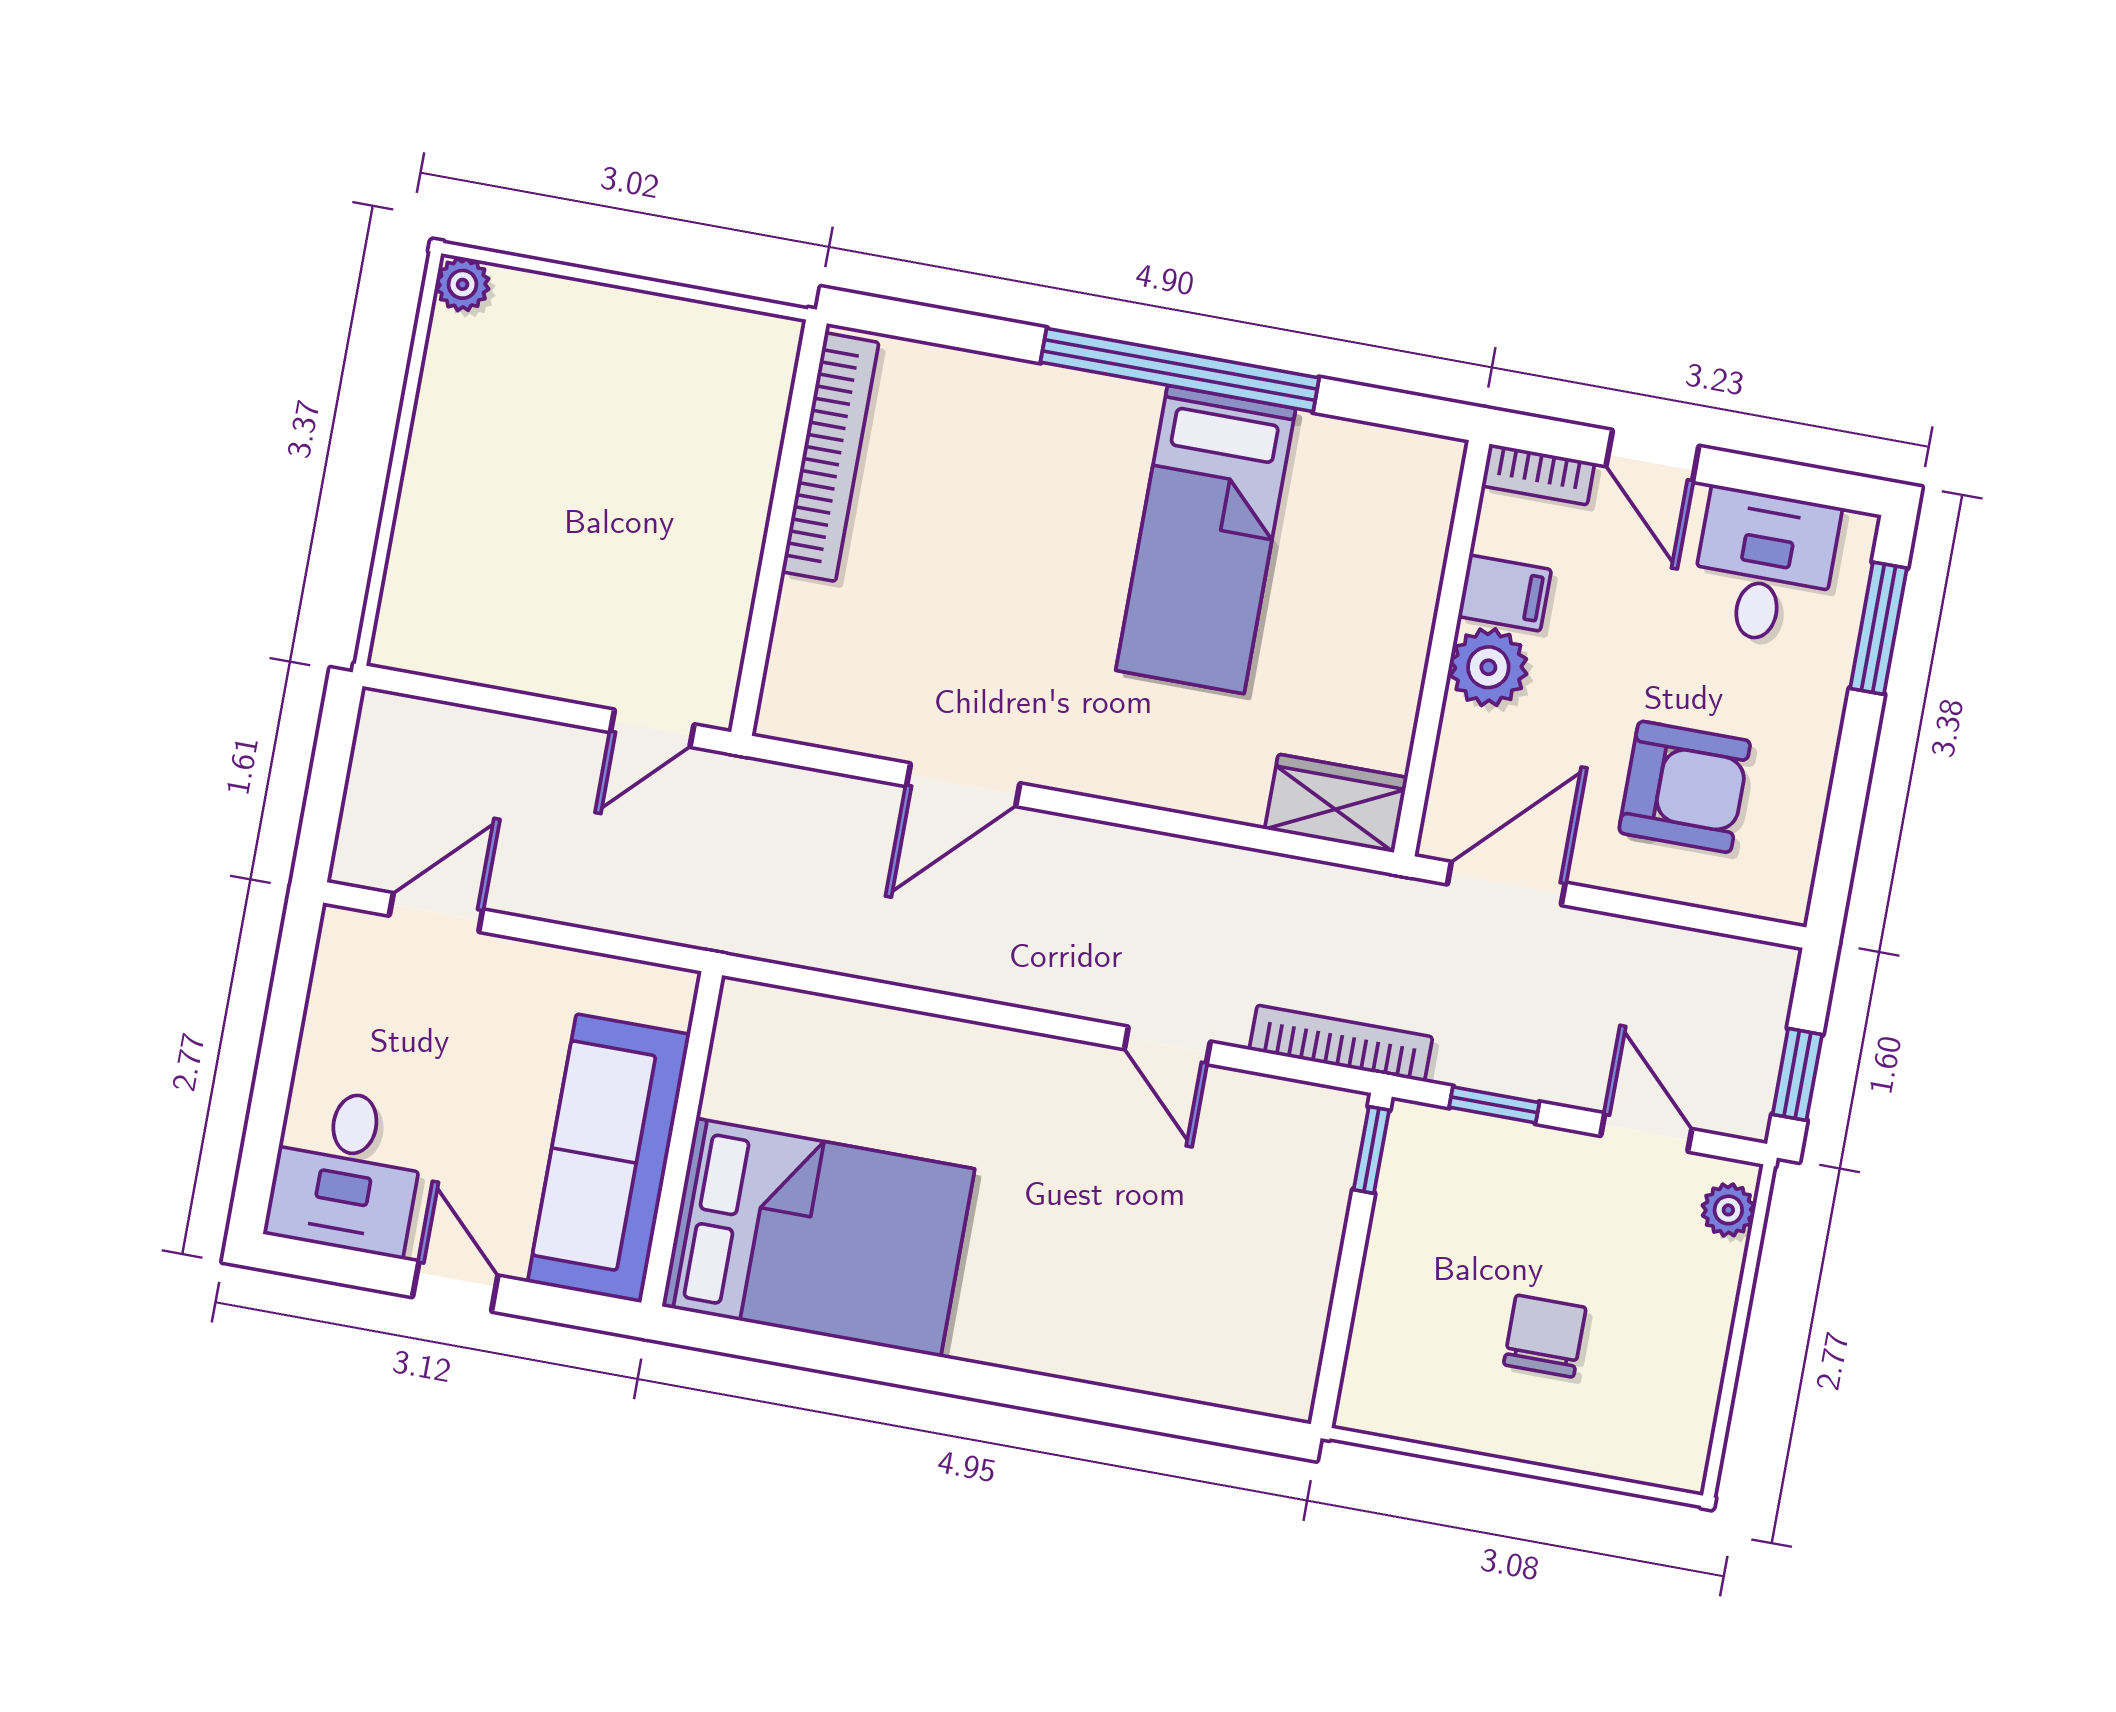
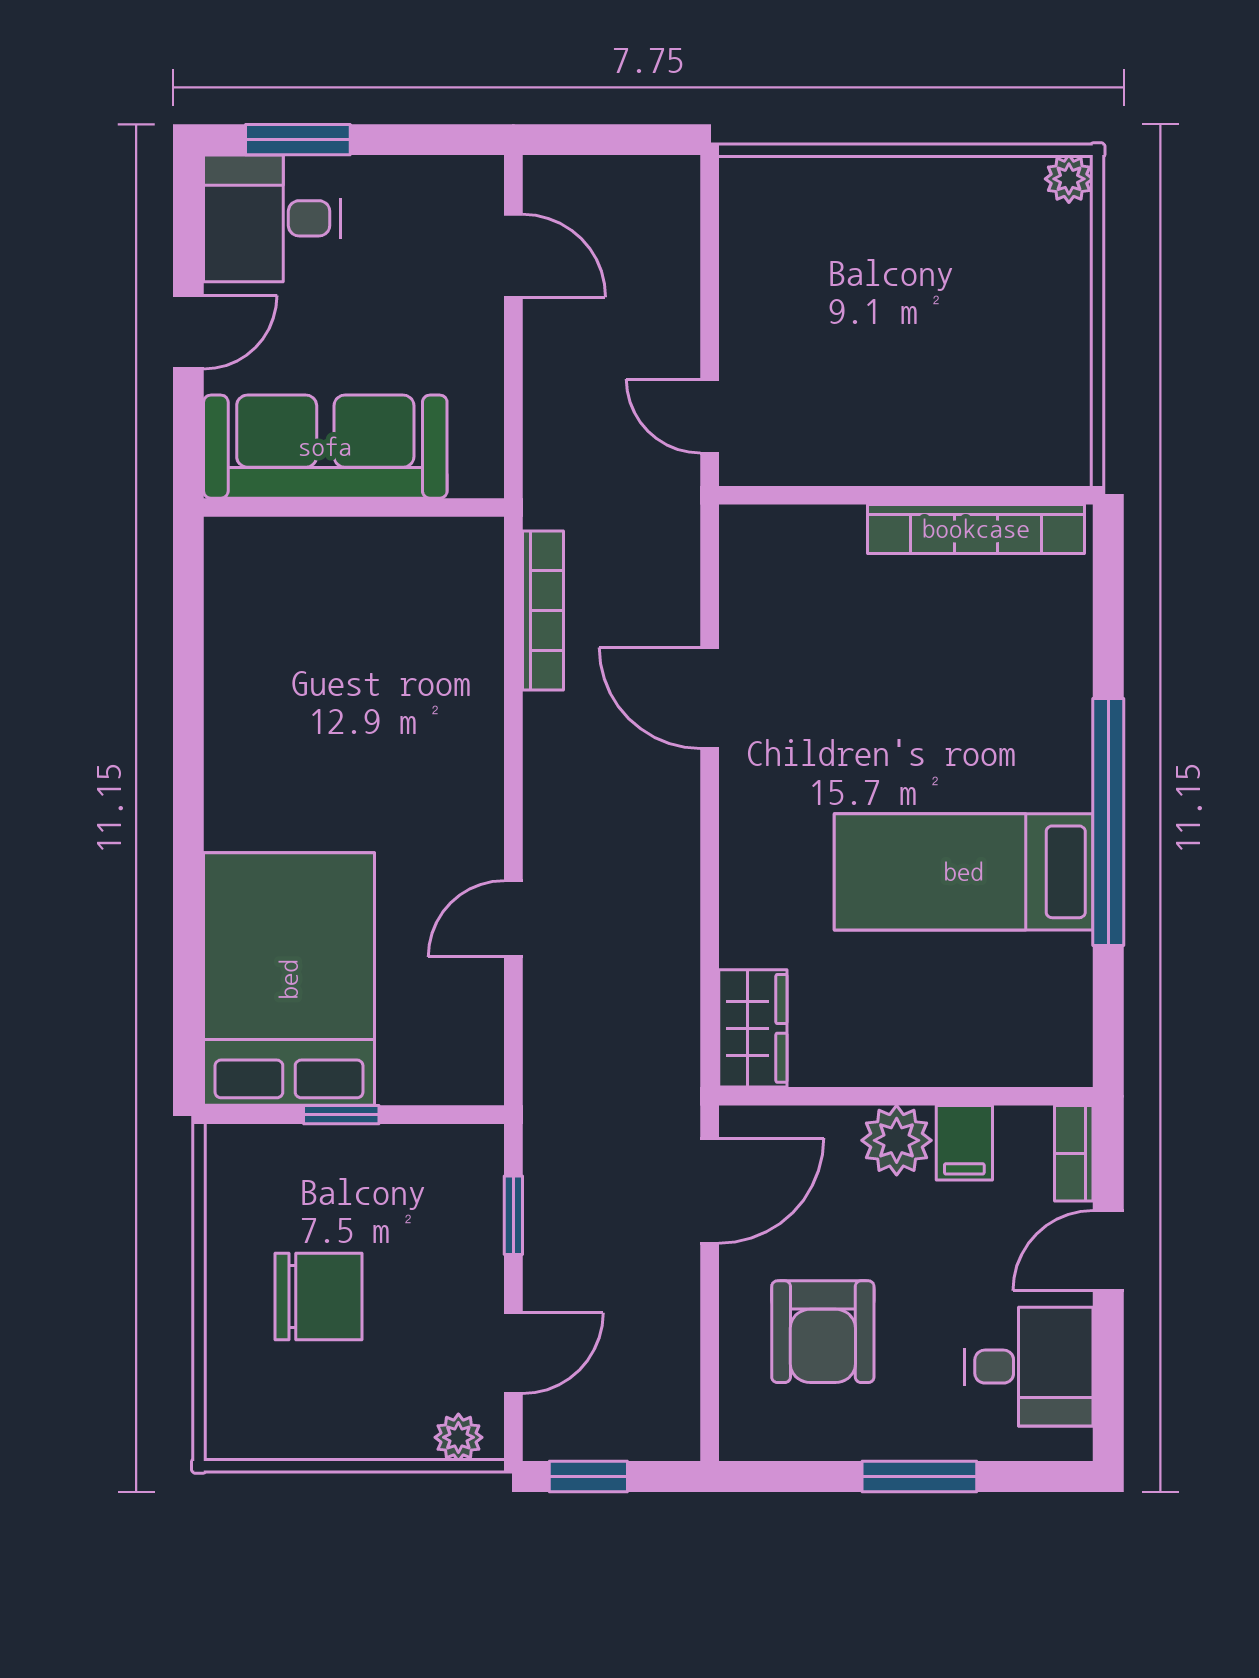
window: (1878, 628) -> (919, 1476), moved
door: (1506, 883) -> (710, 1191), hinge flipped
bookcase: (1341, 1043) -> (543, 610), moved
window: (265, 1127) -> (298, 140), added
window: (1371, 1150) -> (341, 1115), moved
bed: (818, 1238) -> (289, 979), moved, turned 180
chair: (1545, 1336) -> (318, 1297), width x1.37, depth x1.37

